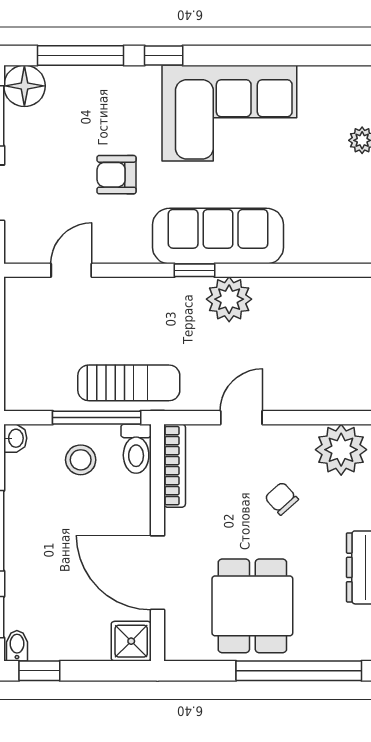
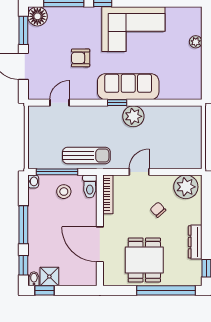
window: (97, 418) -> (57, 172), moved
shower: (131, 641) -> (49, 277), moved

